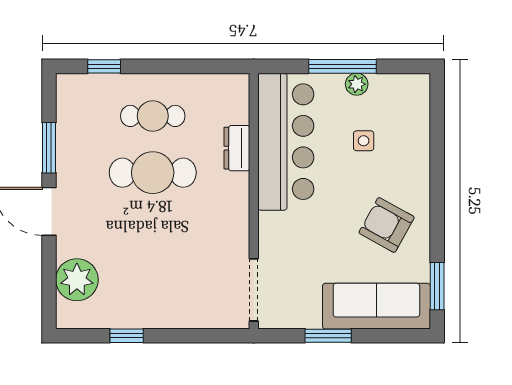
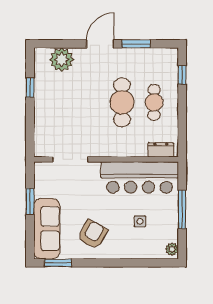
plant: (357, 84) -> (172, 249), moved
dresser: (237, 148) -> (161, 150), moved
doorway: (254, 290) -> (70, 159), moved

